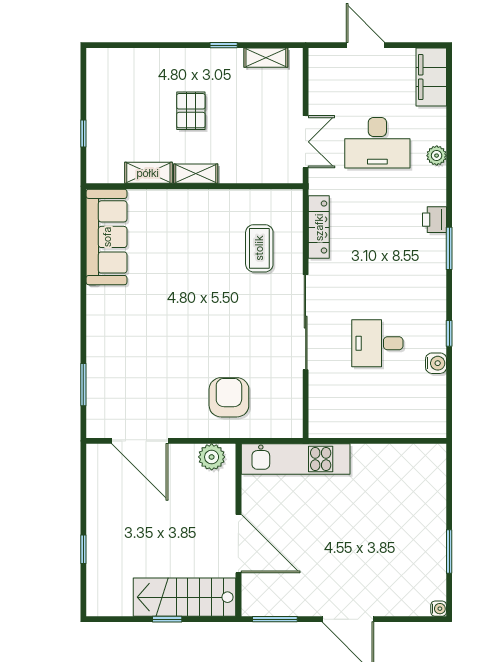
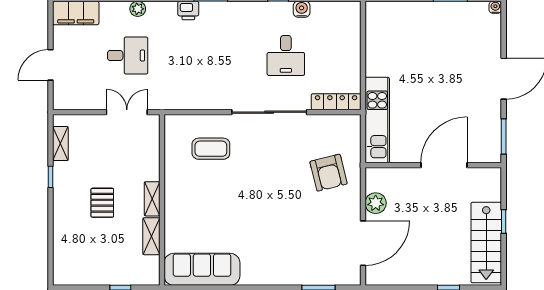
pallet: (191, 111) -> (102, 203), turned 90
desk: (377, 143) -> (128, 55), width x0.73
locker: (319, 227) -> (336, 102), moved
armchair: (229, 397) -> (329, 173), turned -104
plant: (212, 457) -> (376, 203), moved
stairs: (185, 597) -> (486, 242), moved

